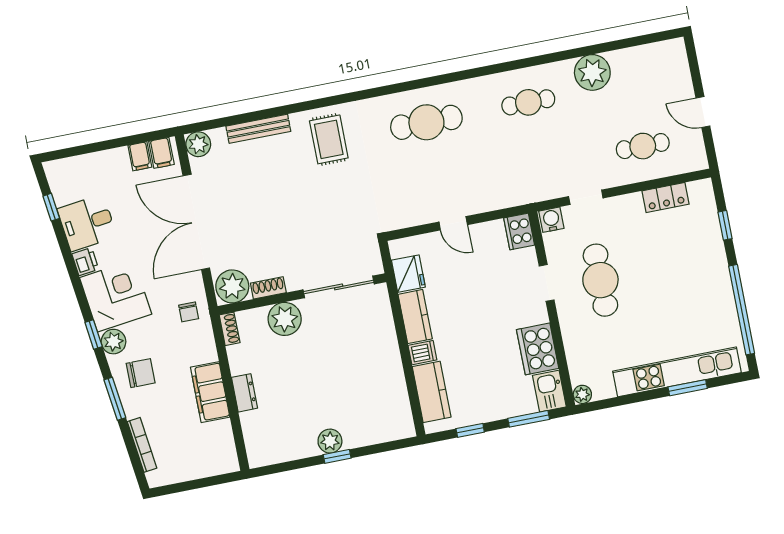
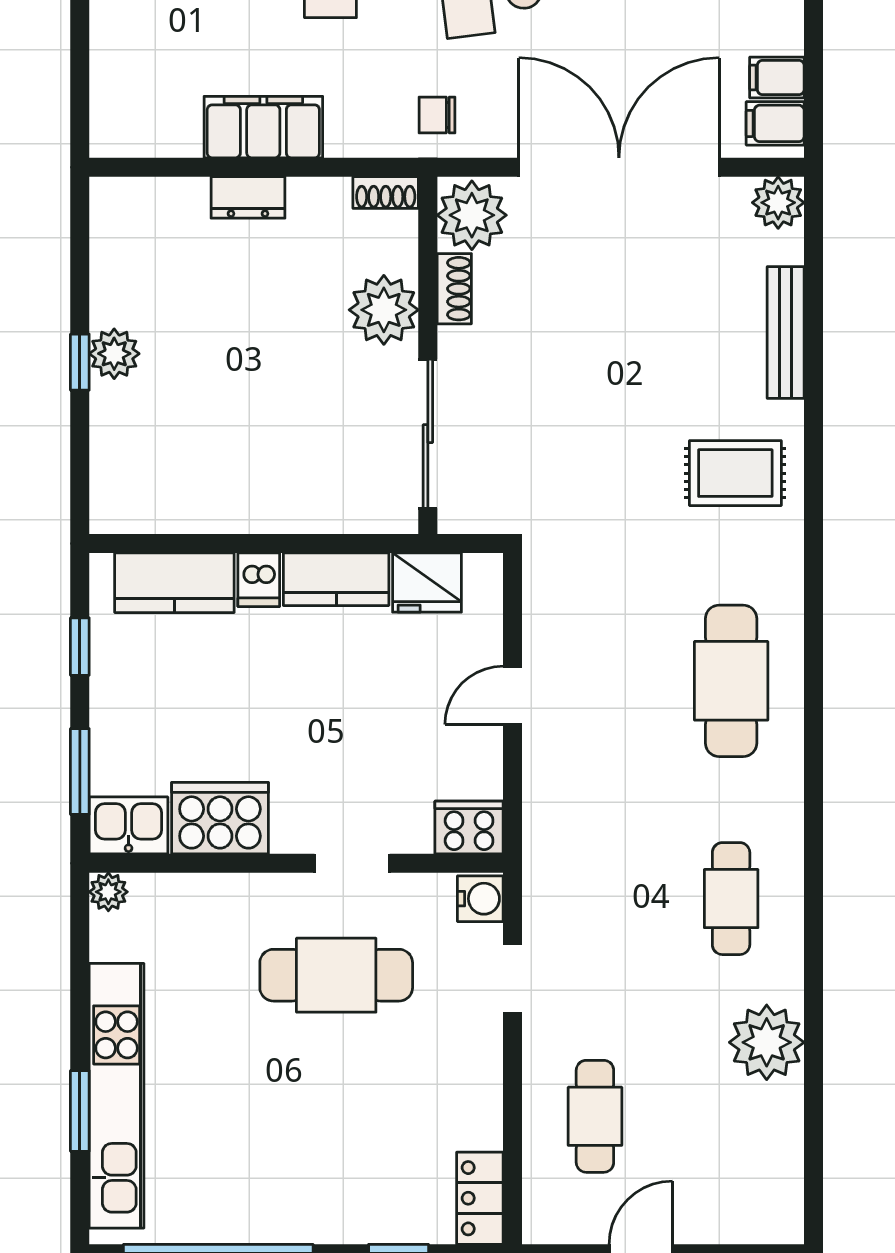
locker: (665, 198) -> (480, 1198), moved

